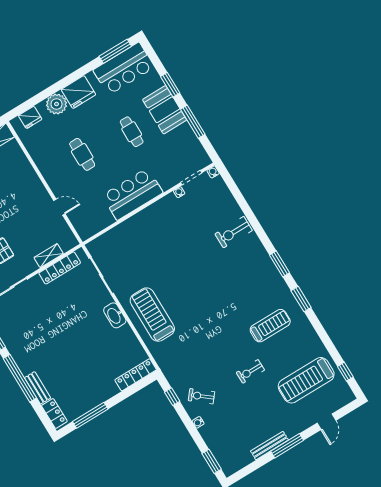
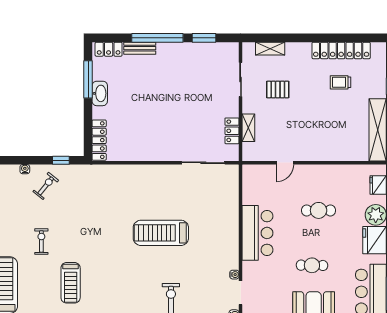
locker: (60, 268) -> (232, 131), width x0.66
washbasin: (115, 315) -> (100, 93), moved, turned 90
treadmill: (152, 315) -> (161, 233), moved, turned 180

